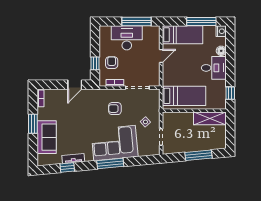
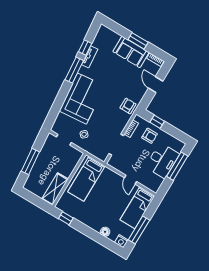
window: (137, 22) -> (177, 166), moved
desk: (214, 68) -> (95, 217), removed
door: (75, 85) -> (156, 85), moved
armchair: (115, 109) -> (128, 106), moved
sofa: (47, 137) -> (131, 52), moved
window: (110, 164) -> (74, 70), moved

